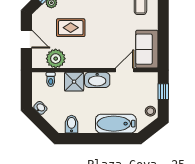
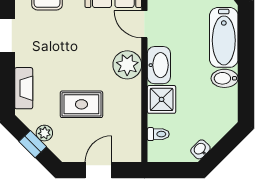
rug: (71, 28) -> (81, 104), turned 90
plant: (56, 59) -> (127, 65), moved
bidet: (72, 124) -> (225, 78), moved

